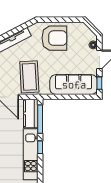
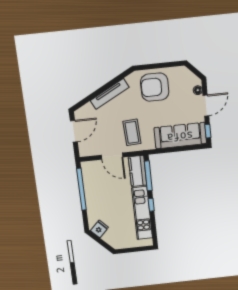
armchair: (54, 38) -> (155, 87), turned 180
coffee table: (29, 77) -> (132, 132), width x0.73, depth x0.76

